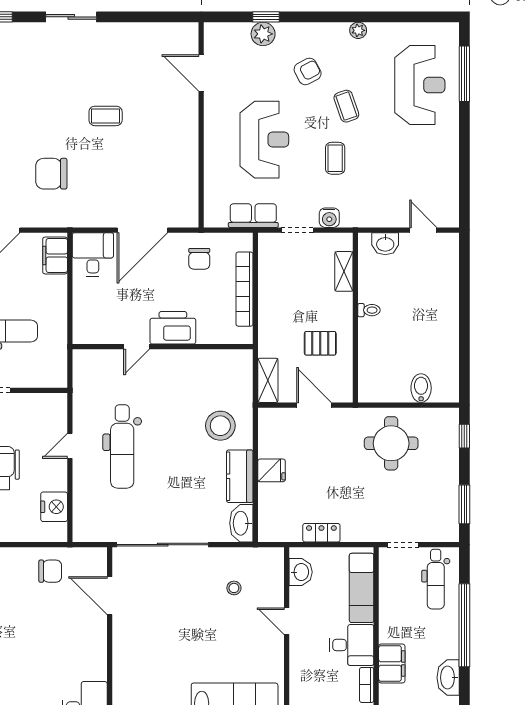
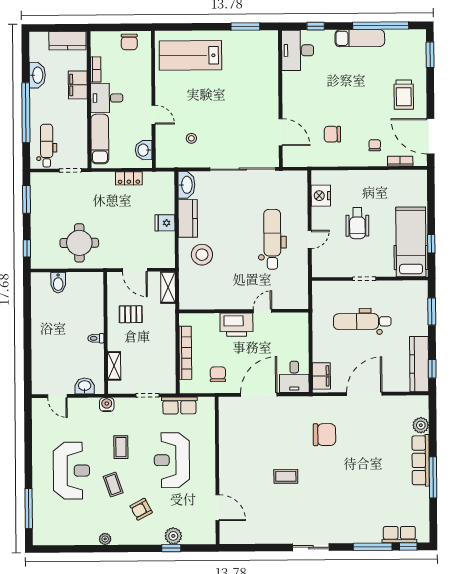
reception desk: (420, 85) -> (71, 471), moved, turned 180
water cooler: (329, 218) -> (107, 405), moved
chair: (50, 571) -> (332, 134), moved

